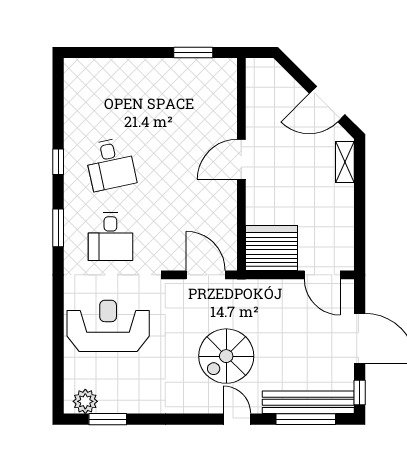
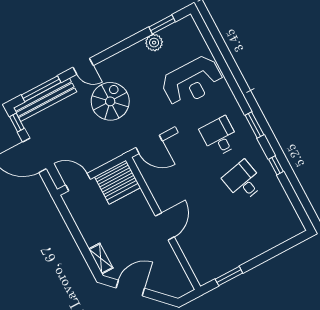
plant: (85, 401) -> (154, 43), moved

